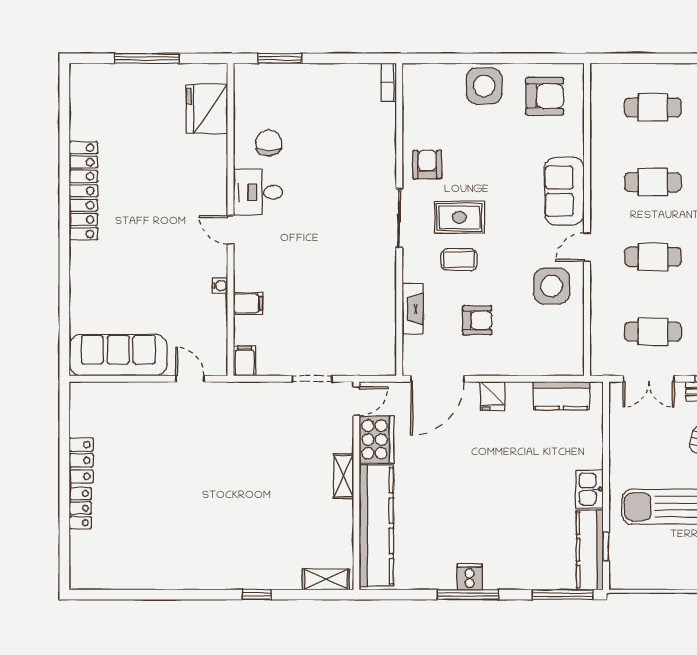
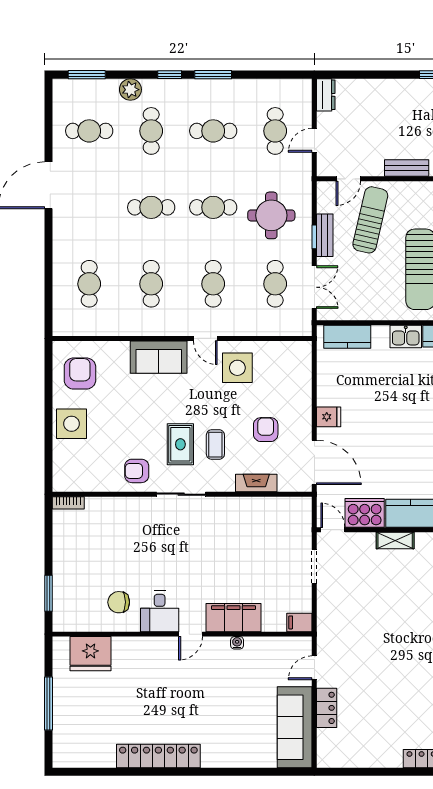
filing cabinet: (248, 303) -> (233, 618), width x3.00, depth x1.17
kitchen counter: (561, 396) -> (347, 337), moved, turned 90
locker: (81, 460) -> (327, 708), moved, turned 90

